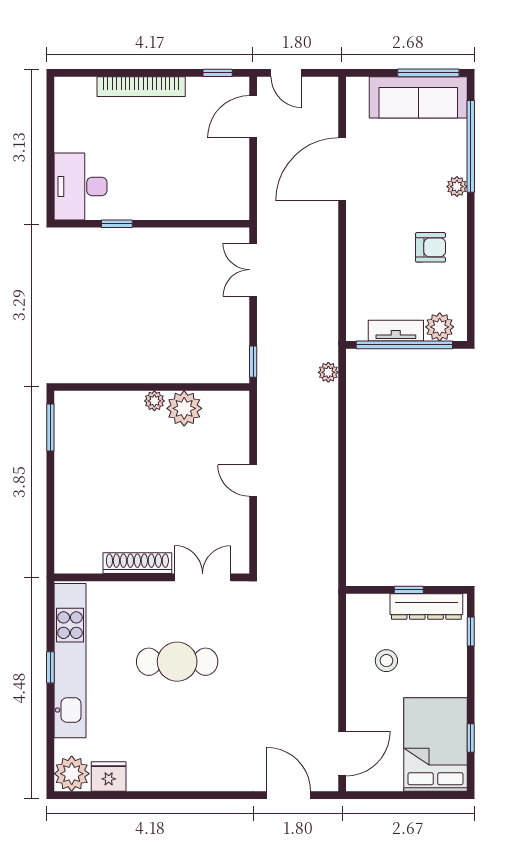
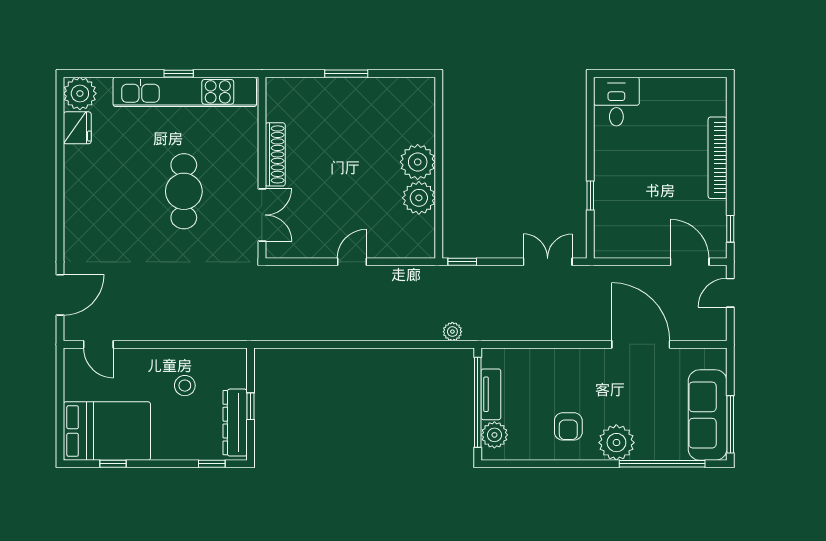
desk: (80, 186) -> (616, 102), width x0.73
plant: (457, 187) -> (616, 443), width x1.87, depth x1.87
window: (117, 224) -> (590, 196), moved
plant: (154, 401) -> (418, 162), width x1.87, depth x1.87
window: (50, 427) -> (346, 74), moved
door: (342, 754) -> (98, 344), width x0.73

